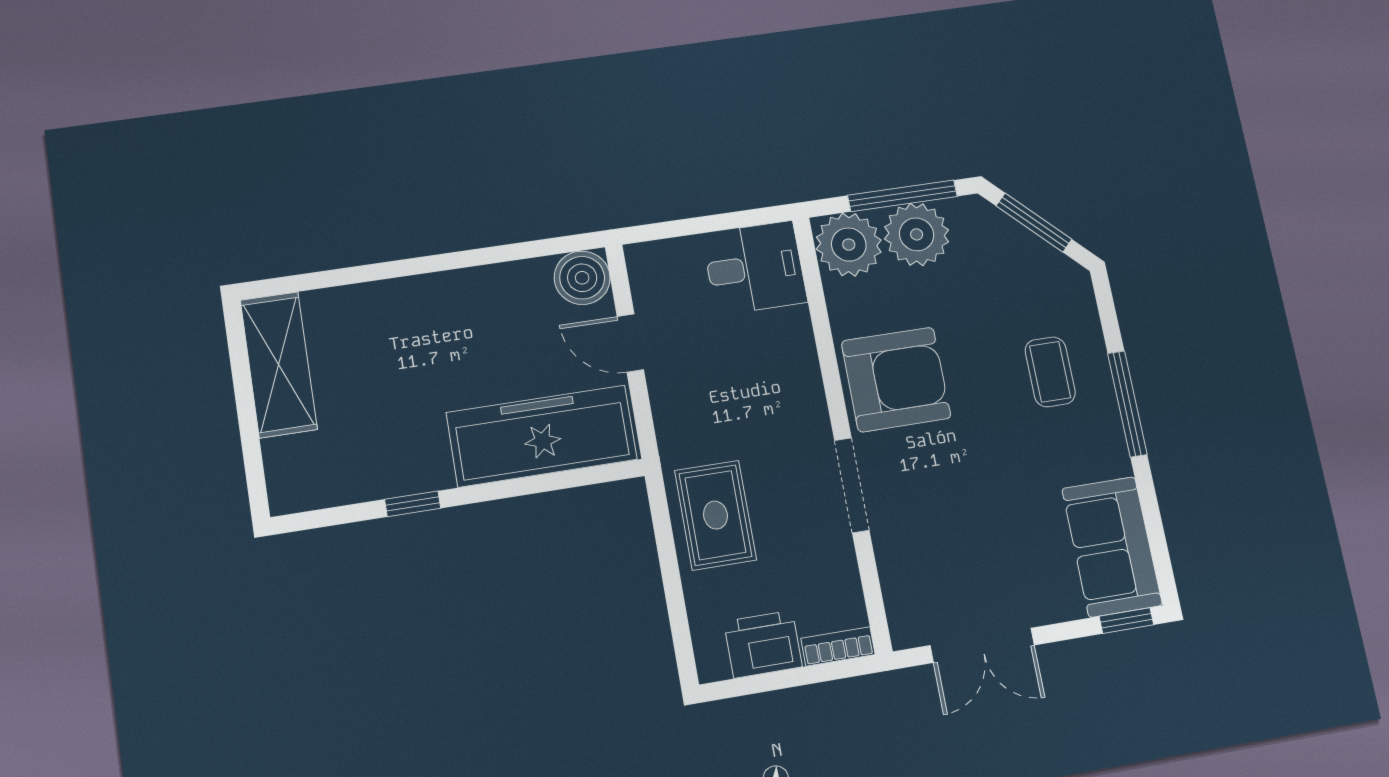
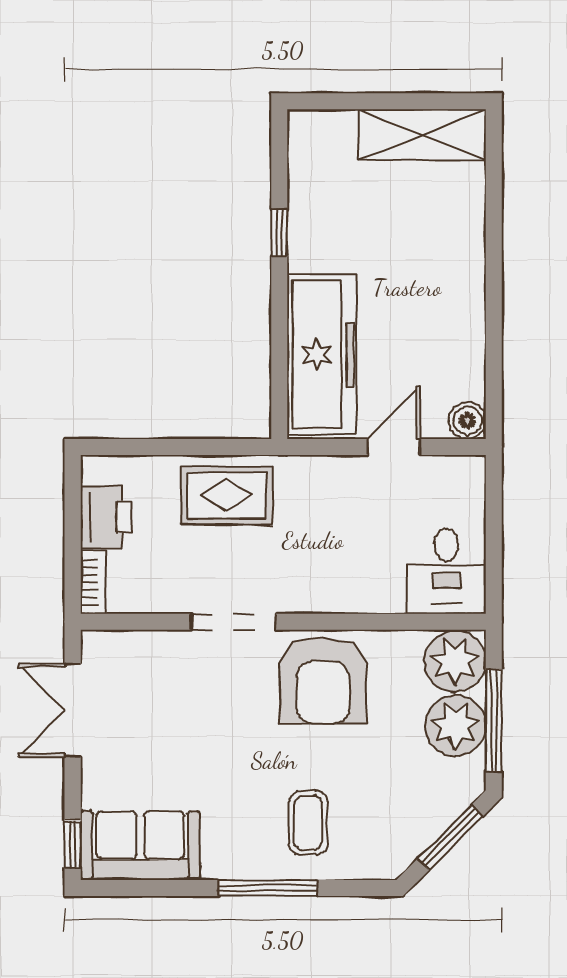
boiler: (582, 278) -> (467, 421), width x0.73, depth x0.73
coffee table: (1050, 372) -> (308, 823), turned 90

